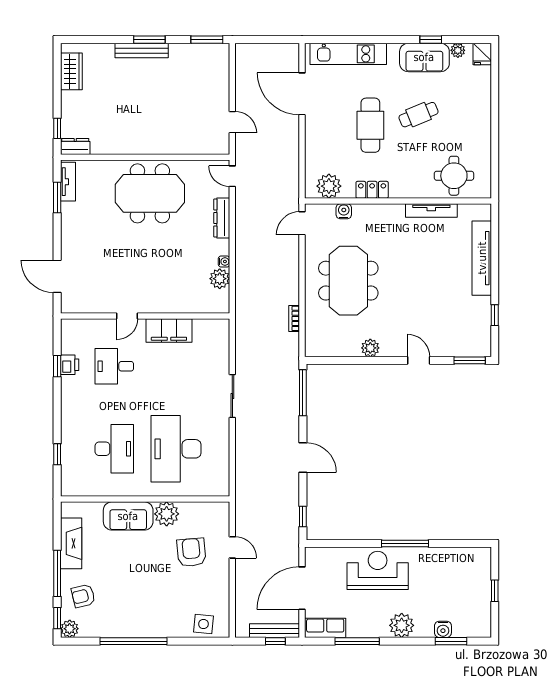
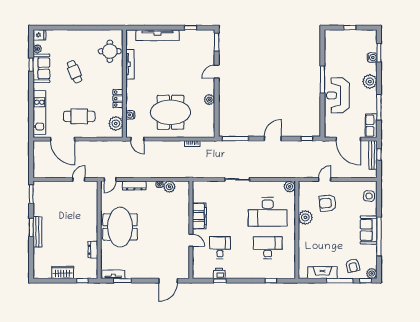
wardrobe: (71, 71) -> (63, 272), moved
door: (302, 94) -> (63, 139), hinge flipped
cafe table: (370, 125) -> (79, 116), moved
dresser: (75, 147) -> (93, 250), moved
desk: (114, 366) -> (220, 248), turned 180
plant: (220, 487) -> (290, 187), added
sofa: (128, 516) -> (369, 230), moved, turned 180

